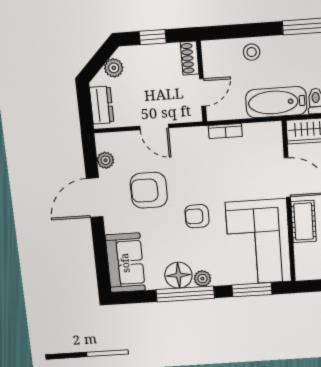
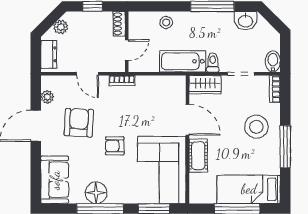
bookcase: (225, 131) -> (122, 81), moved
armchair: (149, 190) -> (79, 123), turned 93
plant: (202, 279) -> (115, 197), removed

